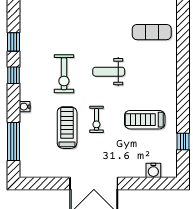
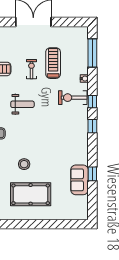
exercise bike: (64, 74) -> (73, 98), moved, turned -90
treadmill: (67, 128) -> (53, 63), turned 180

